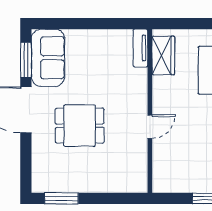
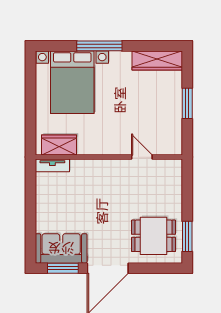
dining table: (80, 126) -> (154, 236), moved, turned 90
door: (150, 127) -> (142, 157), moved

